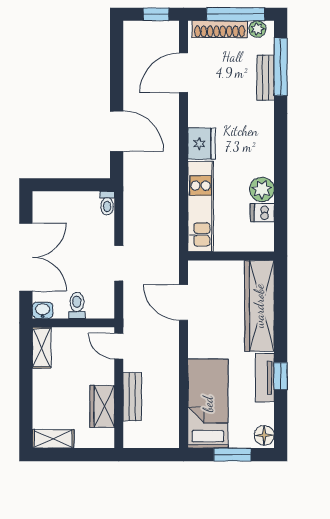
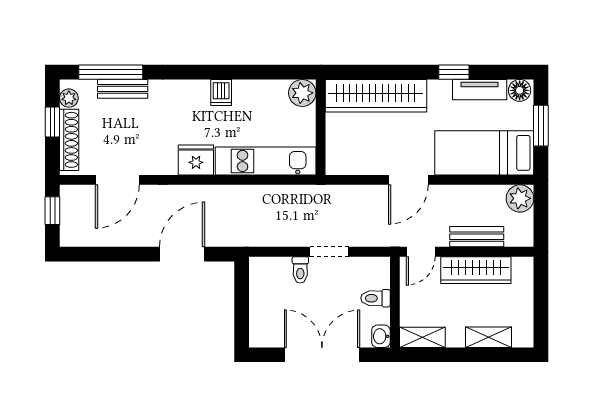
window: (236, 14) -> (52, 122), width x0.46
door: (184, 73) -> (117, 180), hinge flipped
plant: (262, 189) -> (302, 93), moved
toilet: (107, 203) -> (300, 270), moved, turned 90
dishwasher: (262, 213) -> (221, 93), moved
door: (184, 302) -> (408, 180), moved
tv unit: (265, 378) -> (480, 90), moved
wardrobe: (102, 406) -> (476, 270), width x1.50
plant: (167, 436) -> (520, 198), added
shelving: (53, 439) -> (488, 337), moved, turned 90

